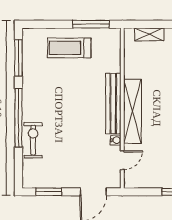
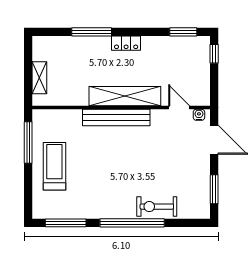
treadmill: (69, 48) -> (54, 166), turned 180
water cooler: (116, 140) -> (199, 115), moved

